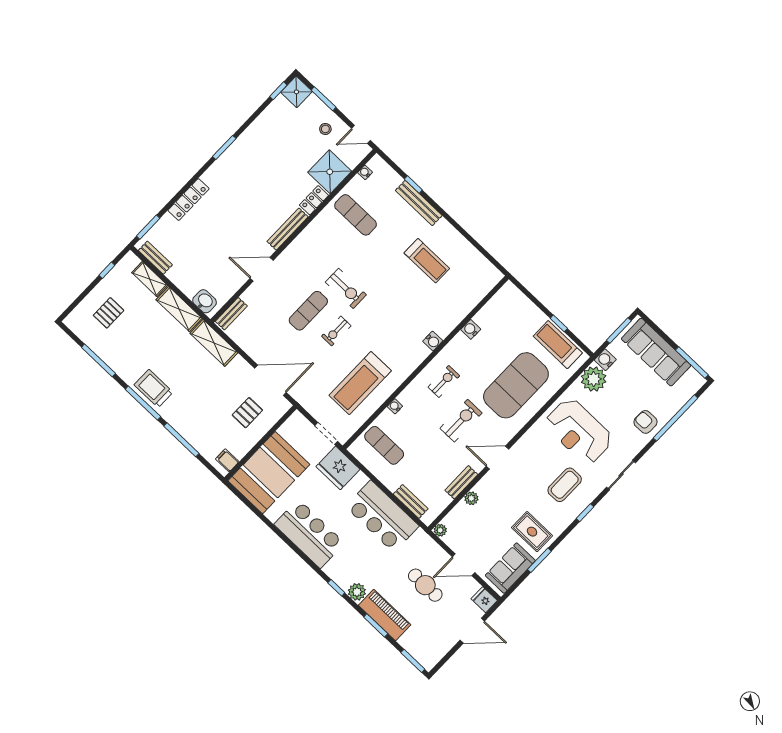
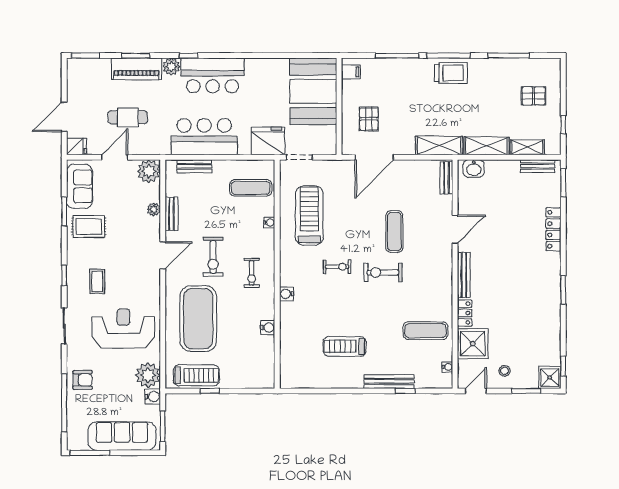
pallet: (109, 313) -> (533, 96), turned 90
exercise bike: (336, 331) -> (337, 267), moved, turned 90
coffee table: (565, 485) -> (97, 281), width x0.73, depth x0.77
plant: (440, 530) -> (149, 171), width x1.88, depth x1.88
bar counter: (309, 534) -> (213, 75), moved

